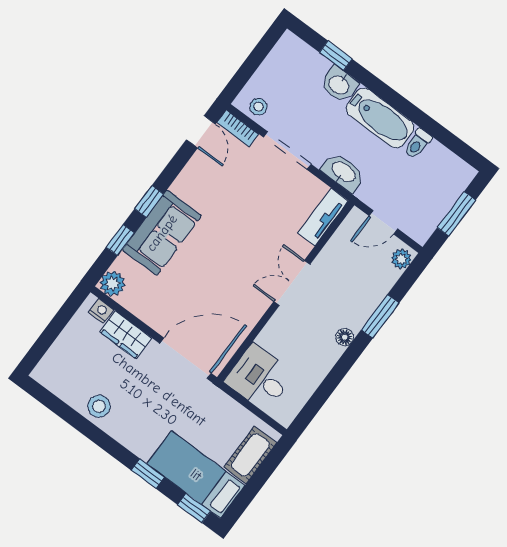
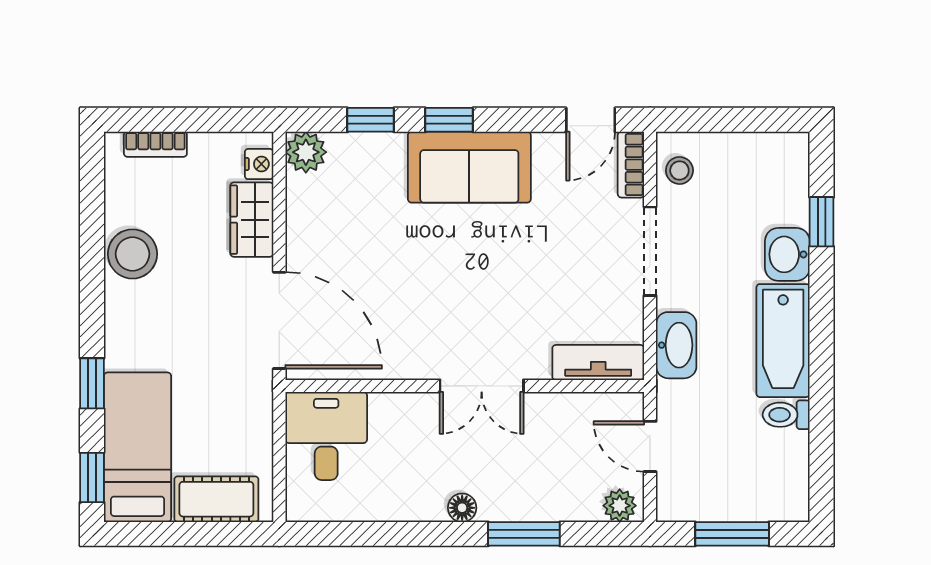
sofa: (162, 233) -> (469, 167), moved
double door: (292, 283) -> (482, 386), swing flipped
bookcase: (53, 355) -> (155, 144), added
stool: (99, 406) -> (132, 254), width x1.38, depth x1.38

